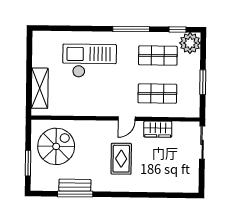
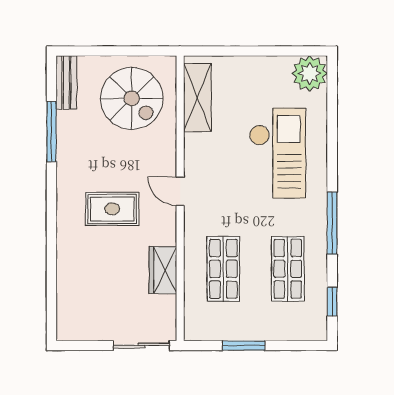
plant: (190, 43) -> (310, 73), moved
shelving: (40, 88) -> (197, 97), moved, turned 90
door: (127, 119) -> (180, 191), moved
window: (28, 163) -> (103, 51), removed
bench: (75, 185) -> (66, 83), moved

